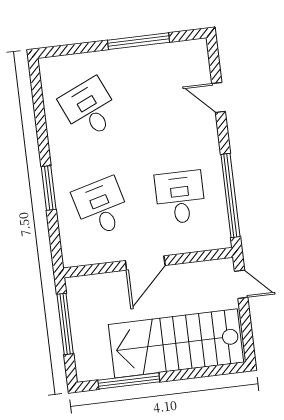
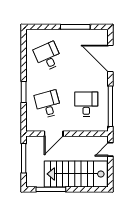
door: (219, 97) -> (110, 59), width x1.88
door: (145, 263) -> (54, 134), moved
door: (241, 284) -> (110, 149), swing flipped

